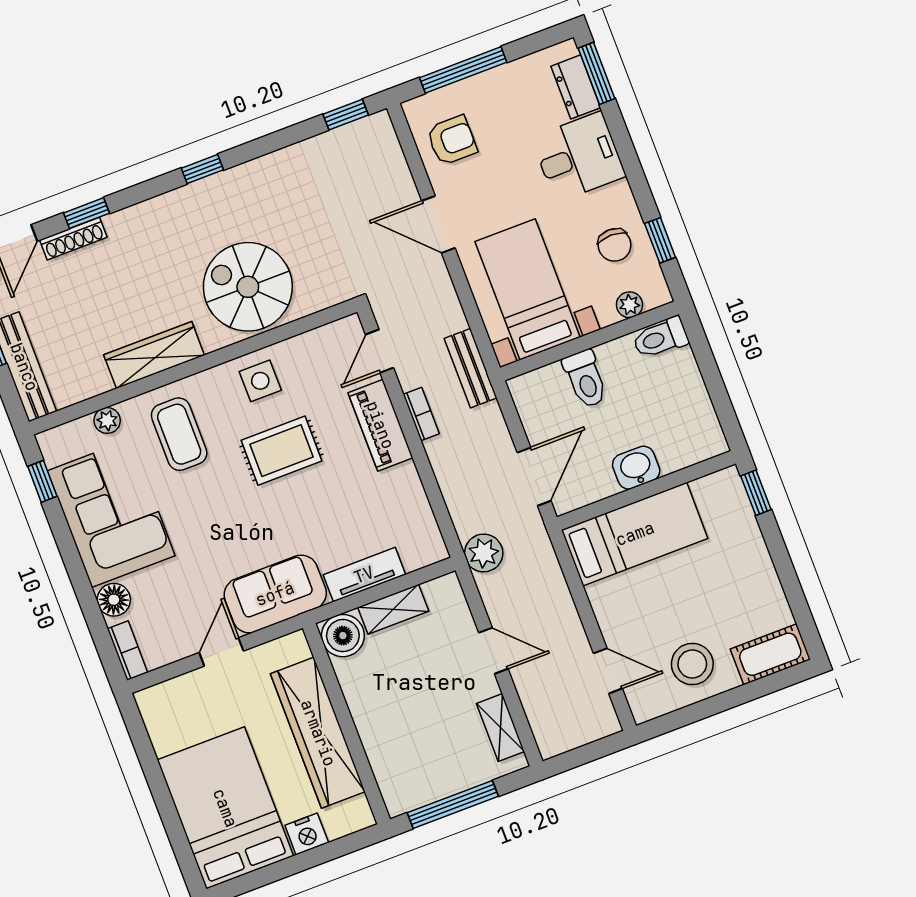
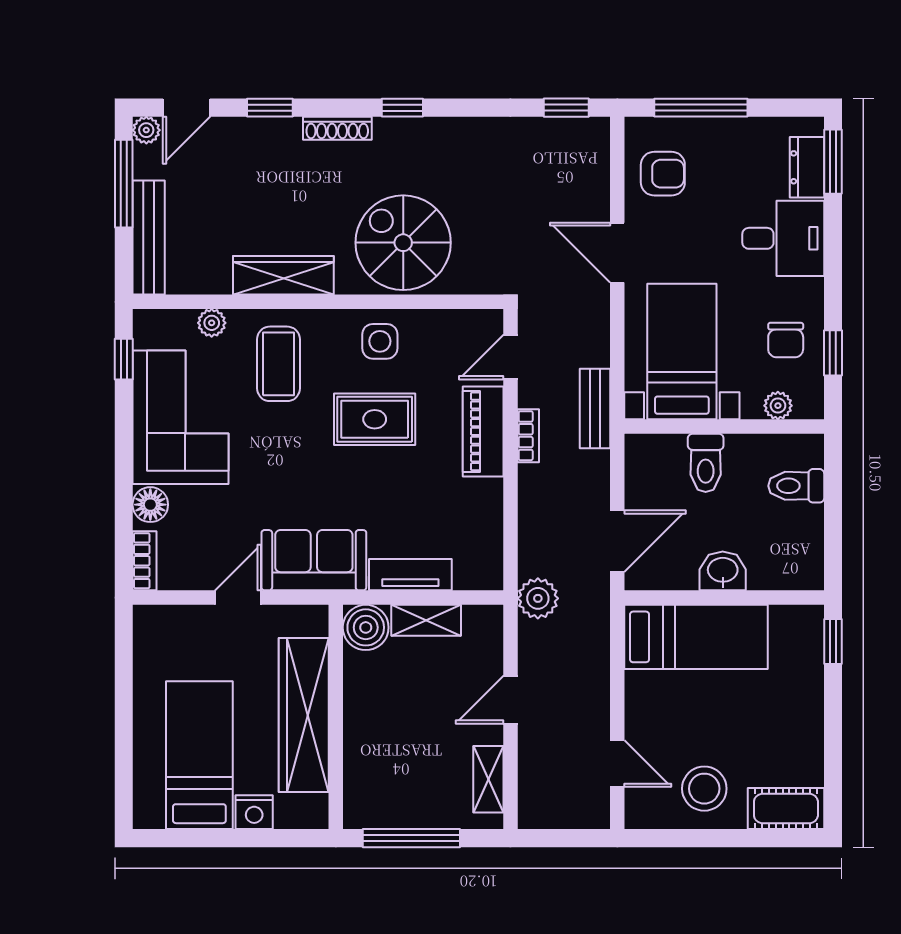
shoe rack: (73, 239) -> (337, 128), moved
toilet: (660, 338) -> (796, 486), moved
door: (493, 651) -> (510, 700), swing flipped
bed: (225, 808) -> (199, 755), width x0.67

